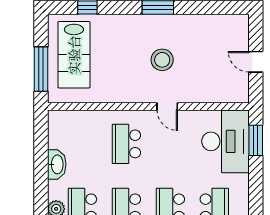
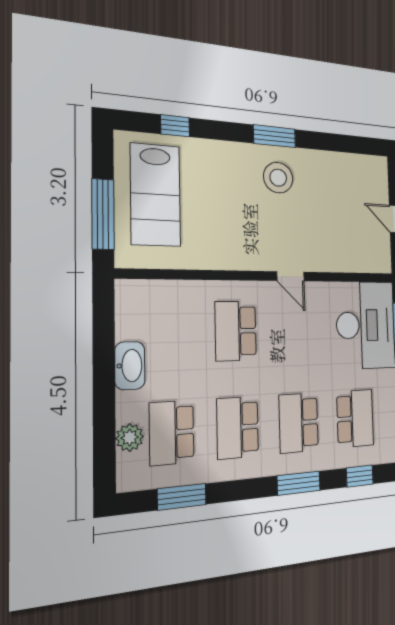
stool: (162, 60) -> (278, 178), moved

